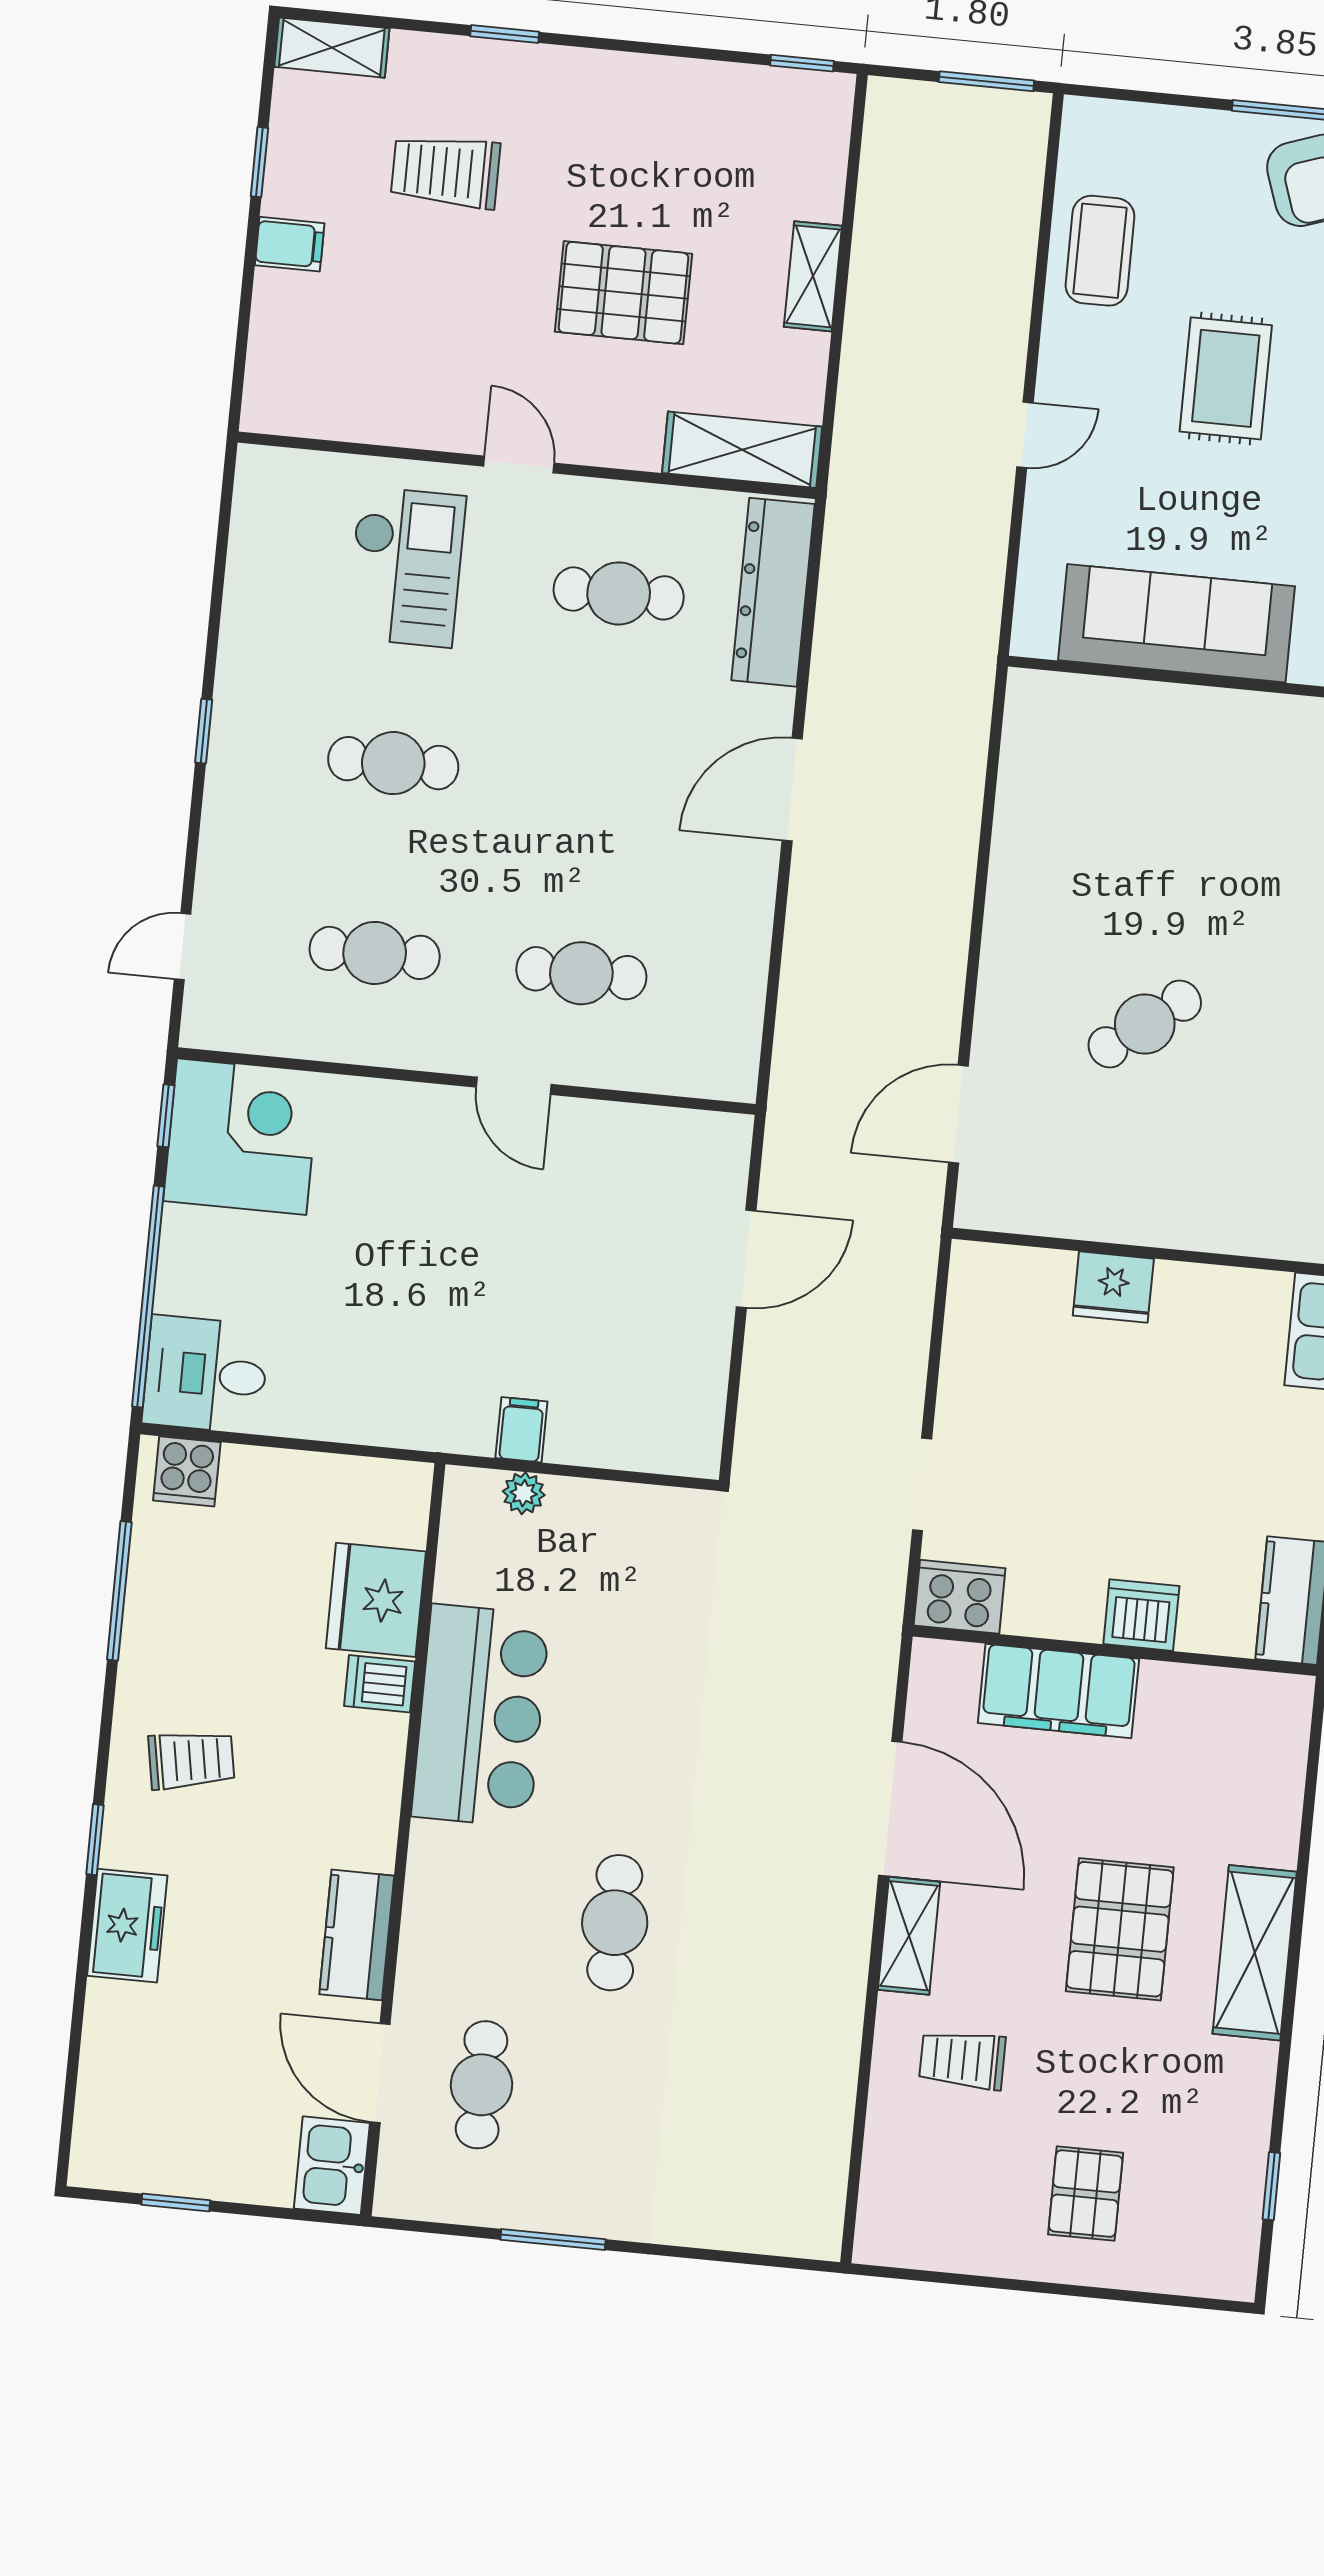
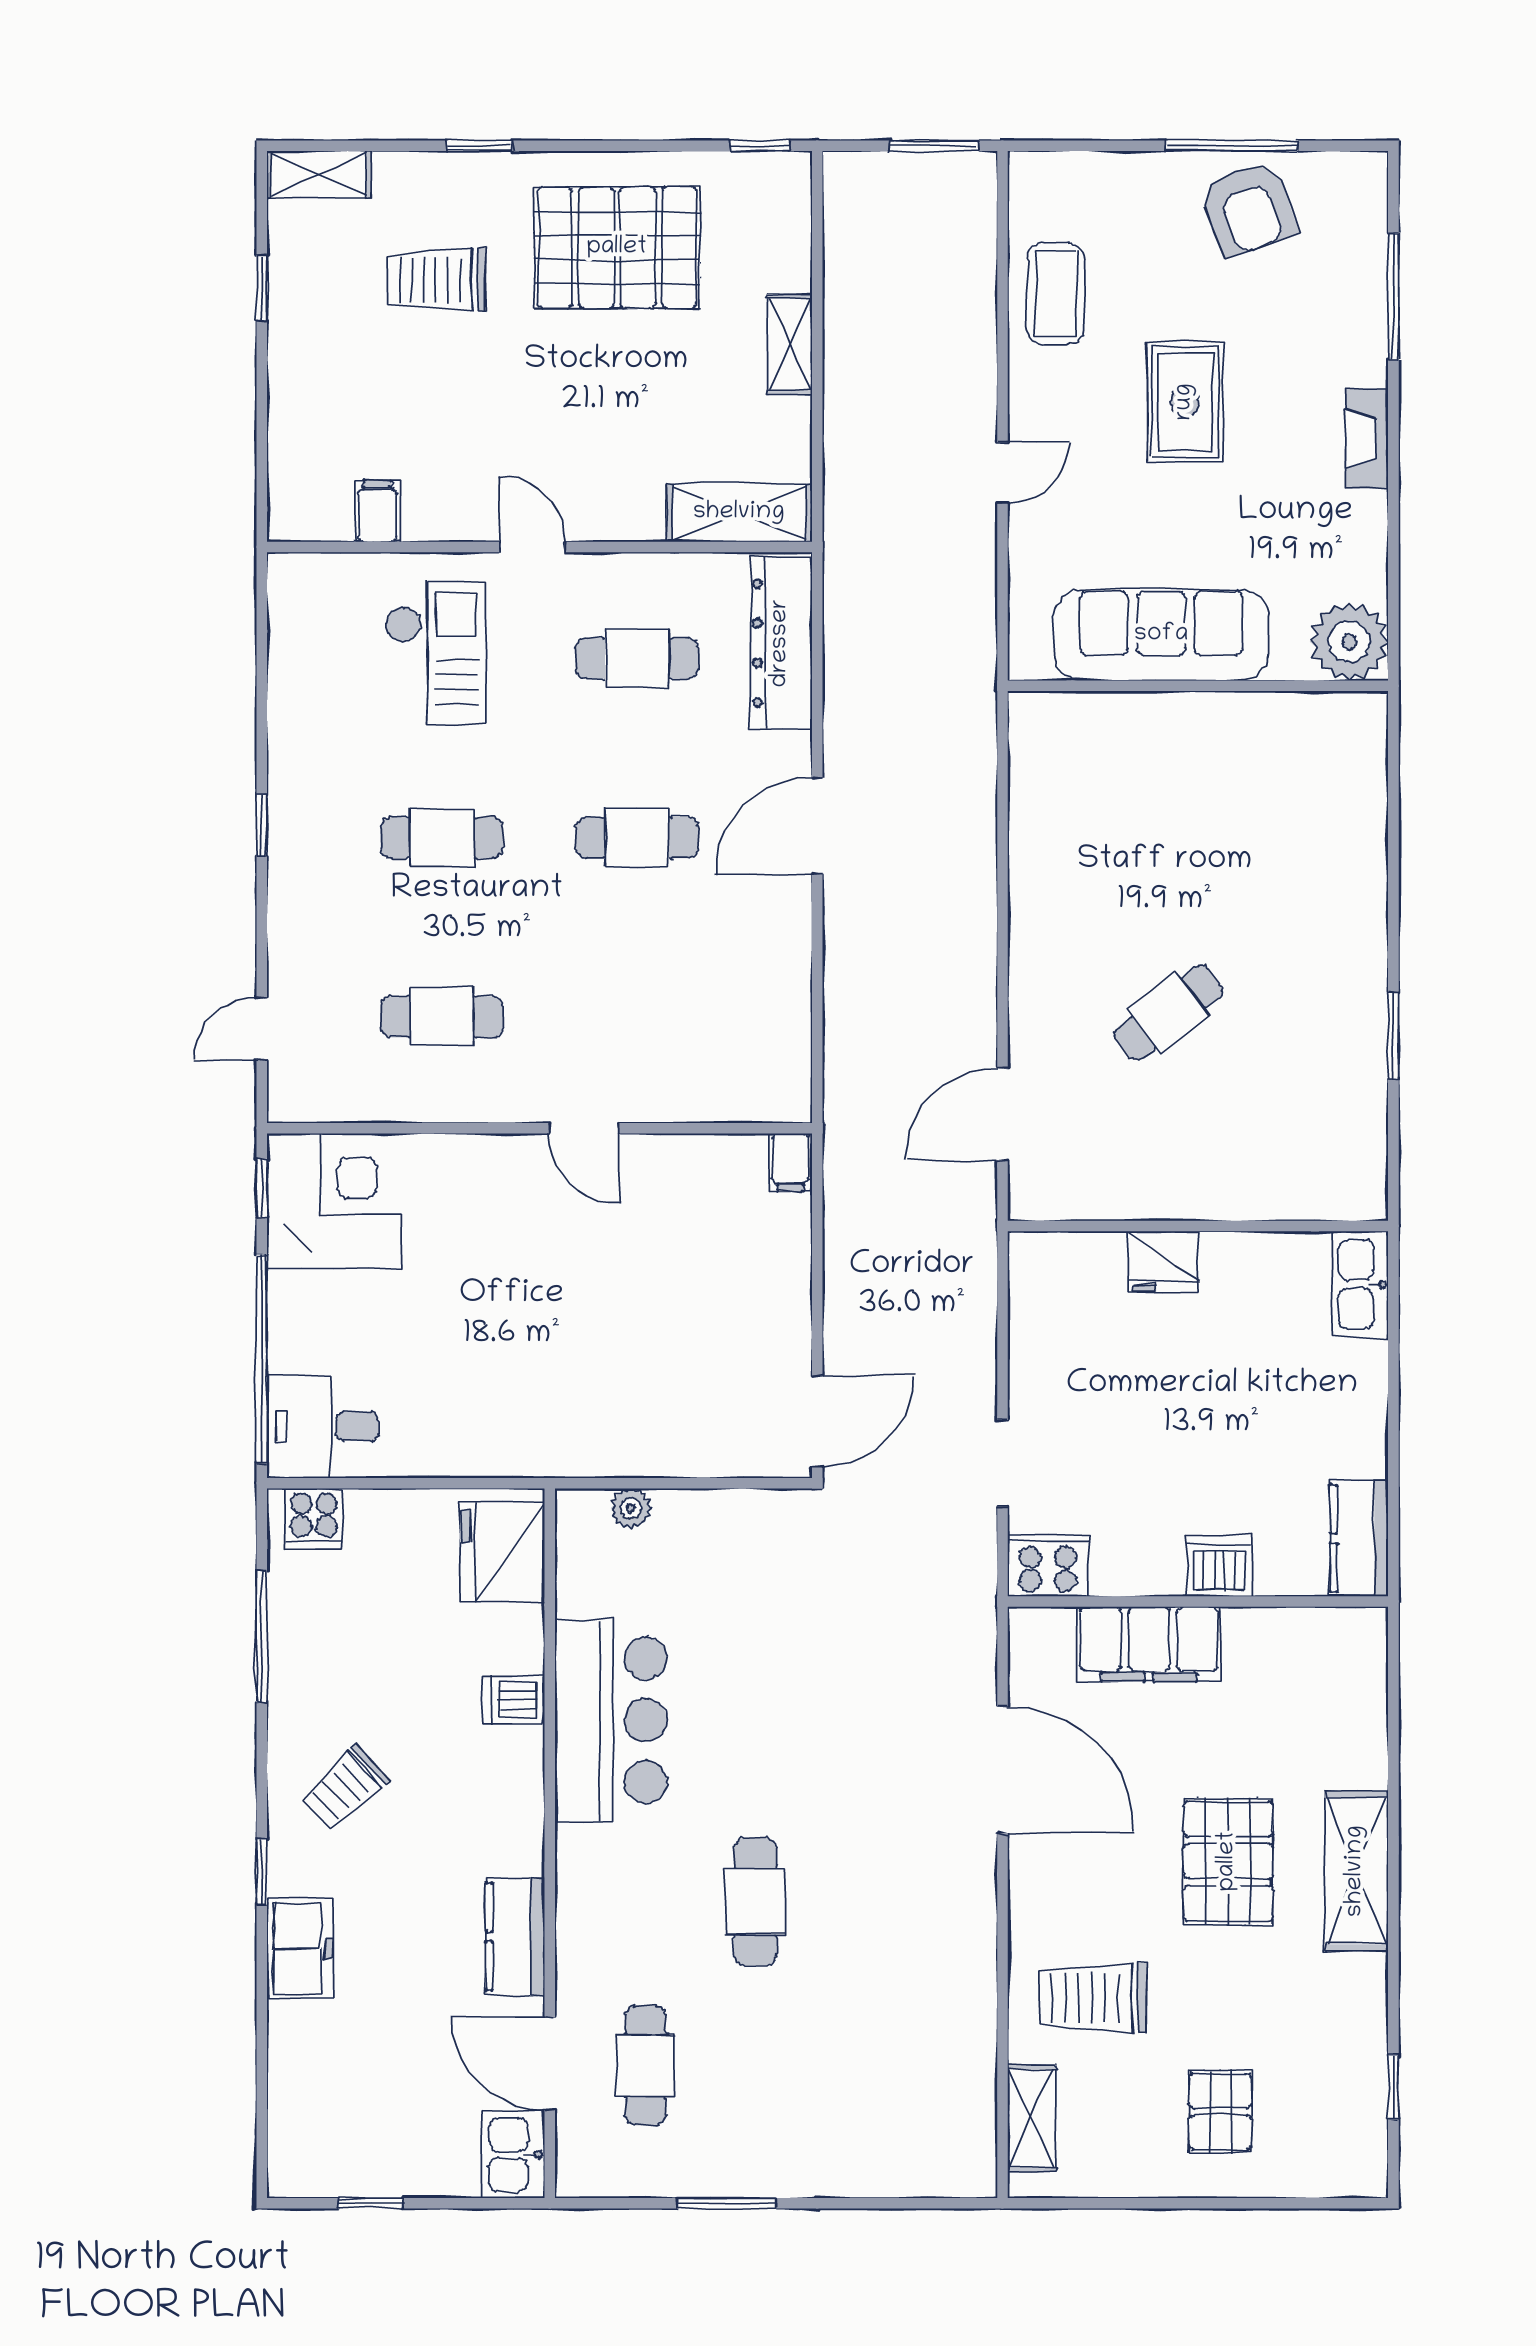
filing cabinet: (290, 244) -> (377, 511), moved, turned -90
pallet: (623, 293) -> (617, 248), moved, width x1.37, depth x1.41
cafe table: (581, 973) -> (637, 838), moved
door: (746, 1259) -> (817, 1421), moved
filing cabinet: (521, 1430) -> (790, 1162), moved, turned 180
fridge: (376, 1600) -> (502, 1552), moved
trolley: (191, 1760) -> (345, 1788), turned 147
shelving: (909, 1936) -> (1032, 2118), moved
trolley: (962, 2060) -> (1093, 1998), width x1.36, depth x1.39

